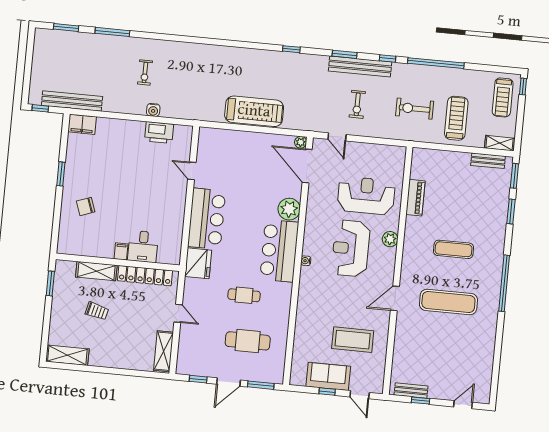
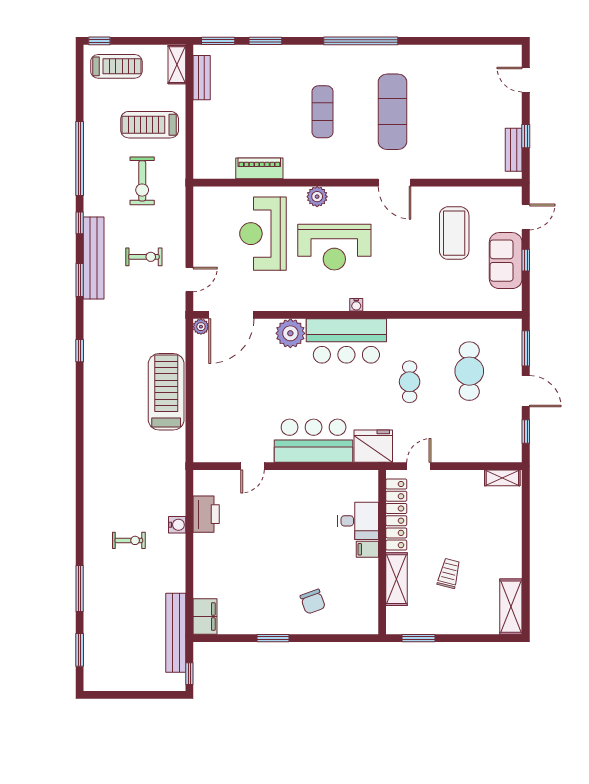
door: (178, 313) -> (419, 466), moved
shelving: (164, 351) -> (502, 478), width x0.67, depth x0.75

